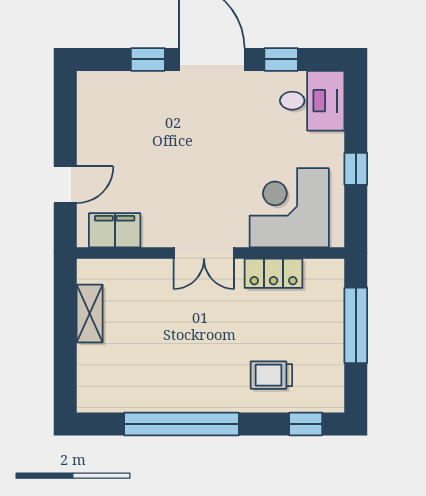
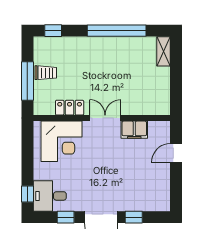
window: (356, 169) -> (27, 194), moved
filing cabinet: (115, 230) -> (134, 130), moved
shelving: (90, 313) -> (164, 51), moved
trolley: (271, 375) -> (46, 73), moved

